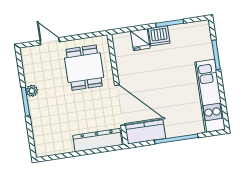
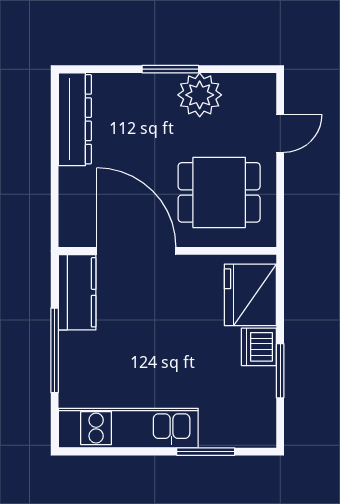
fridge: (140, 40) -> (250, 295), width x1.88, depth x1.34
plant: (32, 91) -> (200, 95), width x1.88, depth x1.88
door: (120, 105) -> (136, 251), swing flipped
dresser: (98, 140) -> (75, 119), moved

